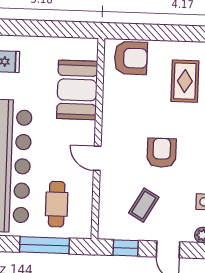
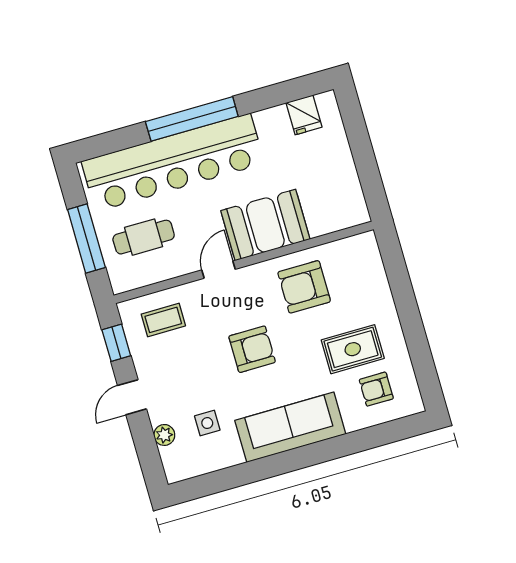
armchair: (131, 58) -> (304, 287), moved, turned 90
booth: (77, 90) -> (265, 225), moved
coffee table: (144, 205) -> (163, 320), moved, turned -30

